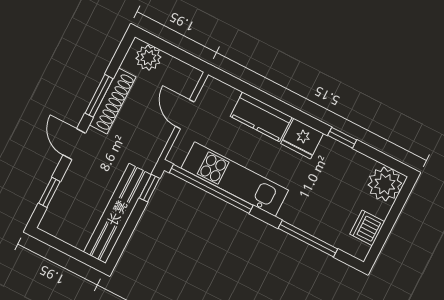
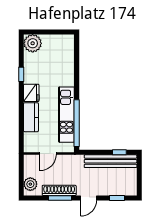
window: (149, 188) -> (119, 152), moved
dishwasher: (367, 228) -> (57, 41), removed
window: (308, 239) -> (77, 66), removed

